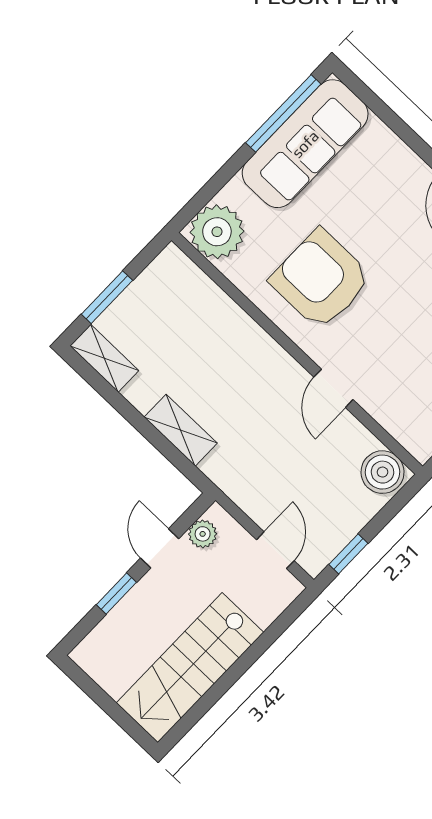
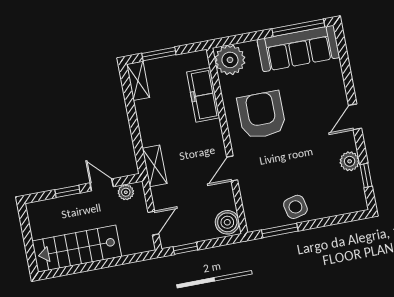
freezer: (214, 311) -> (203, 95), added
shelving: (181, 430) -> (155, 166), moved
door: (160, 548) -> (102, 185), hinge flipped

